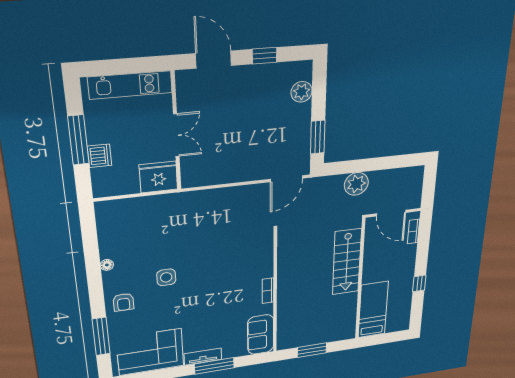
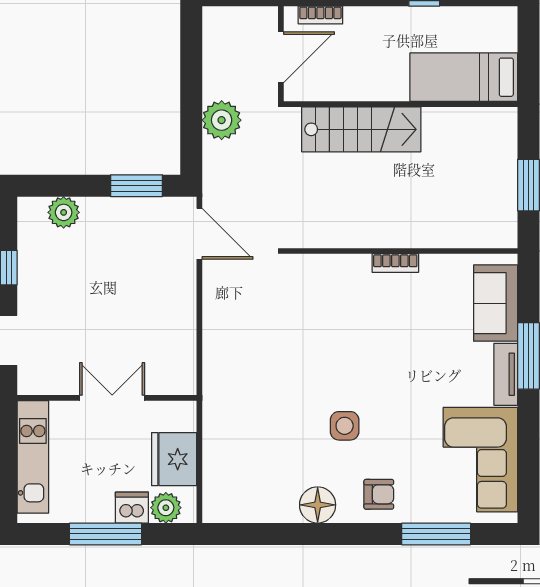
fridge: (158, 177) -> (174, 459), moved
plant: (102, 178) -> (166, 508), added
floor lamp: (107, 265) -> (318, 505), width x1.89, depth x1.89
sofa: (261, 335) -> (496, 303), moved, turned 90

